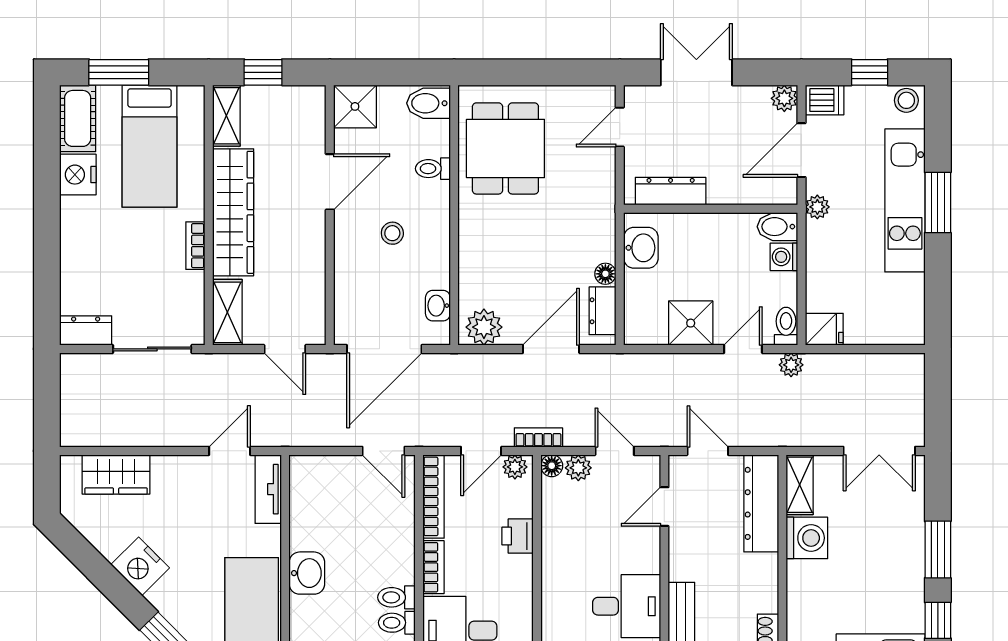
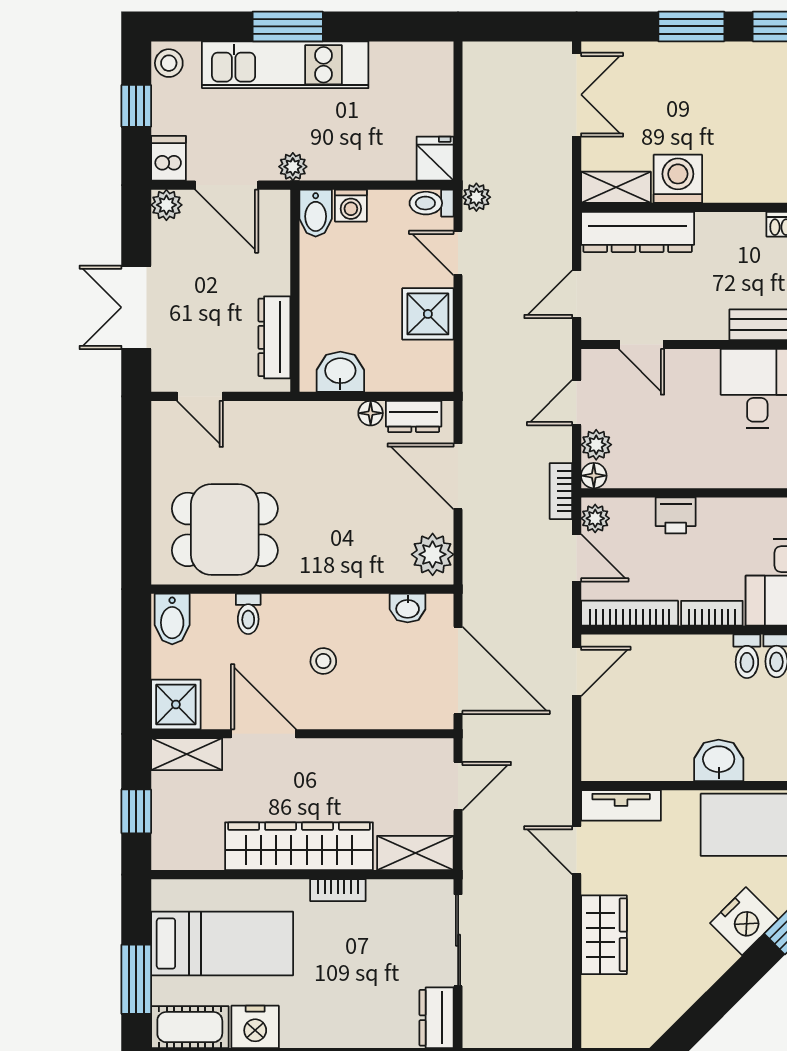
shelving: (226, 116) -> (187, 754), moved
wardrobe: (116, 474) -> (604, 935), moved
nightstand: (140, 566) -> (744, 921), moved

